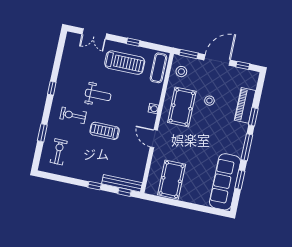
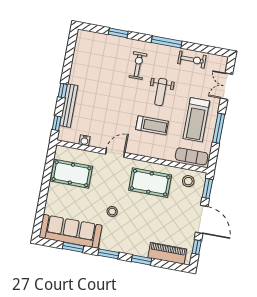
window: (133, 42) -> (219, 128), width x2.17
window: (52, 88) -> (167, 42), width x2.17
stool: (209, 101) -> (112, 211), moved
piano: (245, 105) -> (167, 253), moved
water cooler: (153, 109) -> (85, 140), moved
treadmill: (105, 131) -> (152, 125), moved, turned 90
window: (247, 147) -> (108, 254), width x0.69
exercise bike: (59, 152) -> (192, 60), moved
bench: (122, 183) -> (69, 106), moved

